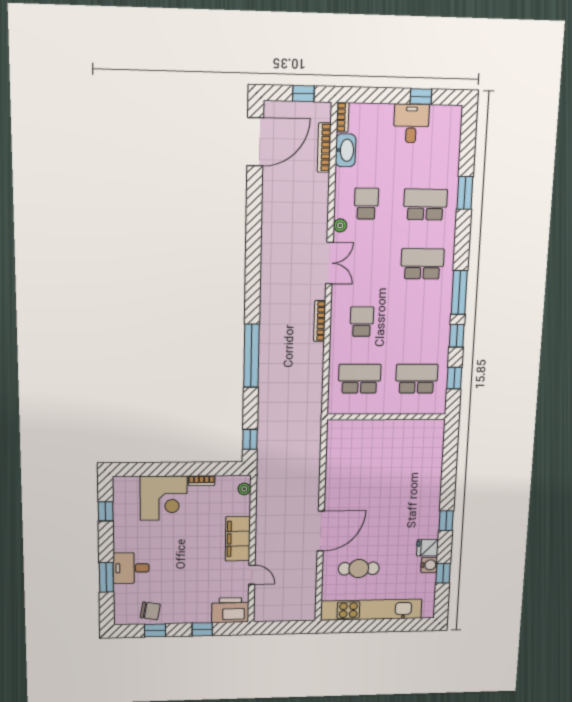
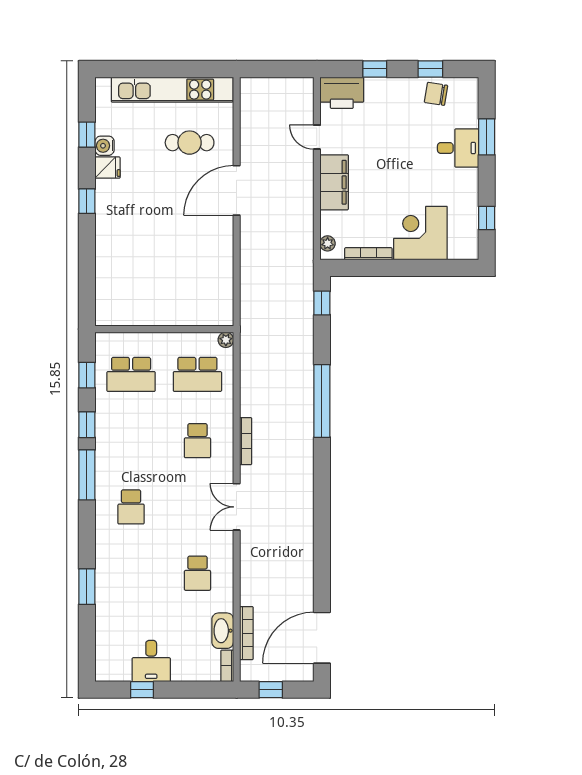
school desk: (425, 205) -> (131, 573), removed
plant: (340, 225) -> (226, 340), moved
school desk: (422, 264) -> (131, 507), width x0.54
bookcase: (202, 481) -> (368, 254), width x1.56

